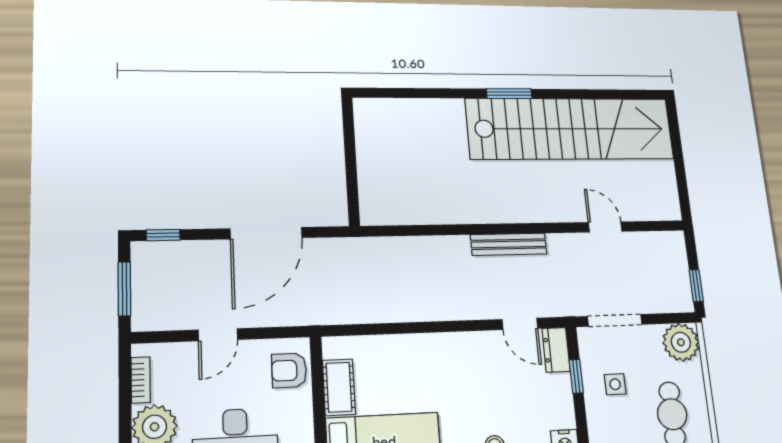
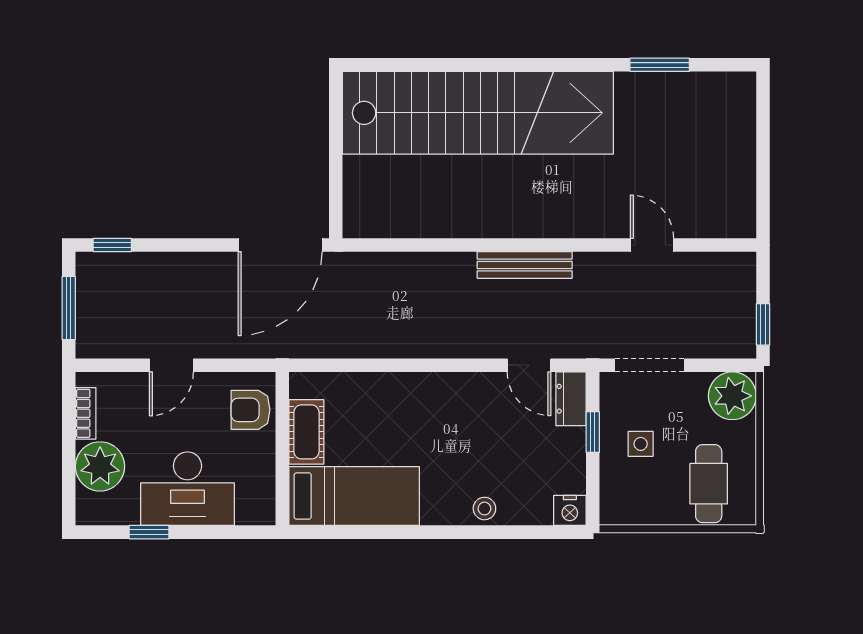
window: (509, 94) -> (660, 65), moved
stairs: (570, 129) -> (478, 113), moved
door: (266, 233) -> (280, 245), moved

